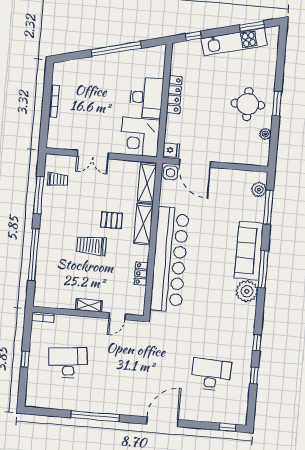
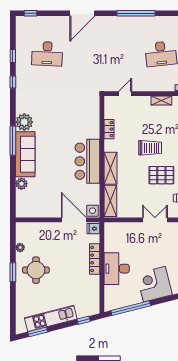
window: (116, 49) -> (131, 308), moved
locker: (174, 95) -> (95, 259), moved
corner desk: (140, 137) -> (154, 284), moved, turned -104
plant: (259, 189) -> (21, 184), moved
window: (268, 207) -> (13, 190), removed
pallet: (111, 220) -> (161, 175), moved, width x1.50, depth x1.42
bar counter: (170, 259) -> (87, 161), width x0.54
shelving: (89, 305) -> (161, 100), moved

